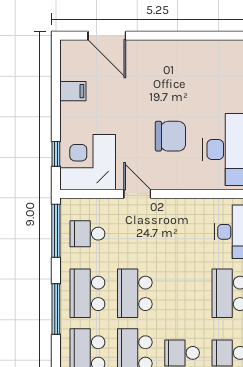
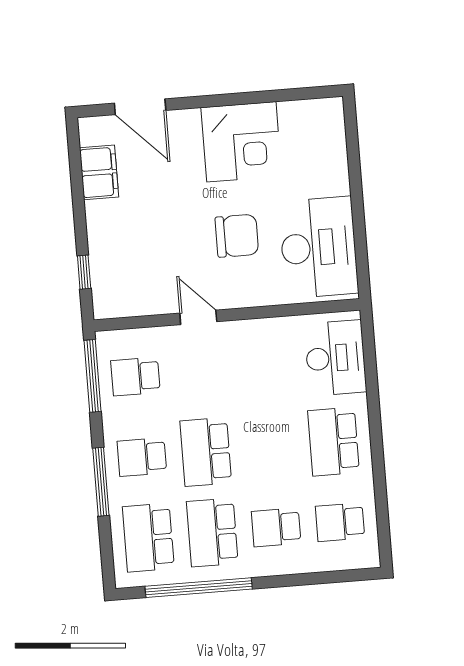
filing cabinet: (73, 91) -> (99, 172), width x2.00
corner desk: (88, 162) -> (241, 142), moved, turned 180
school desk: (87, 293) -> (142, 457), width x0.54

